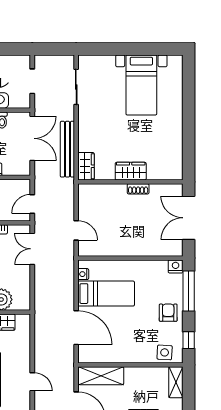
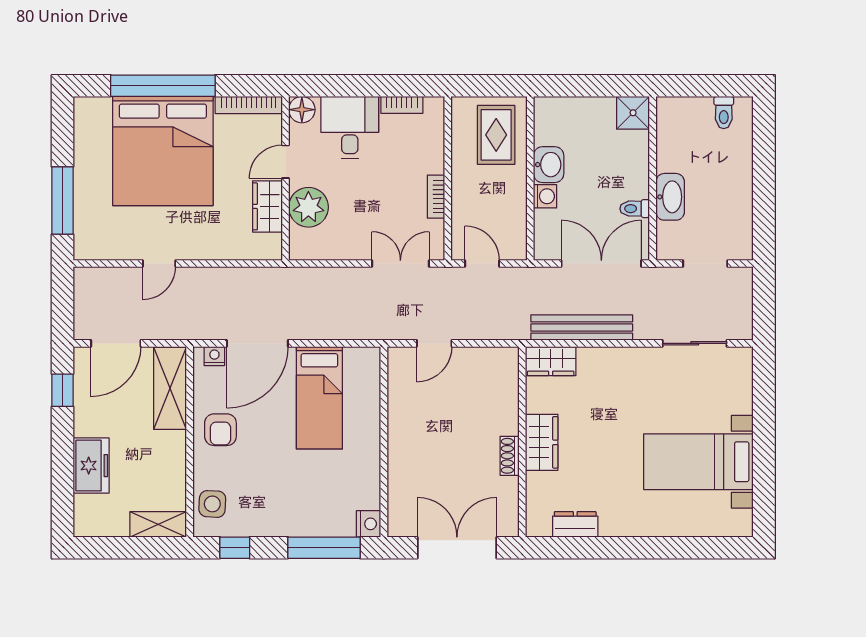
double door: (32, 138) -> (601, 263), swing flipped
dresser: (176, 153) -> (575, 524), added
nightstand: (83, 274) -> (214, 356), moved
armchair: (168, 313) -> (220, 430), moved, turned 90

